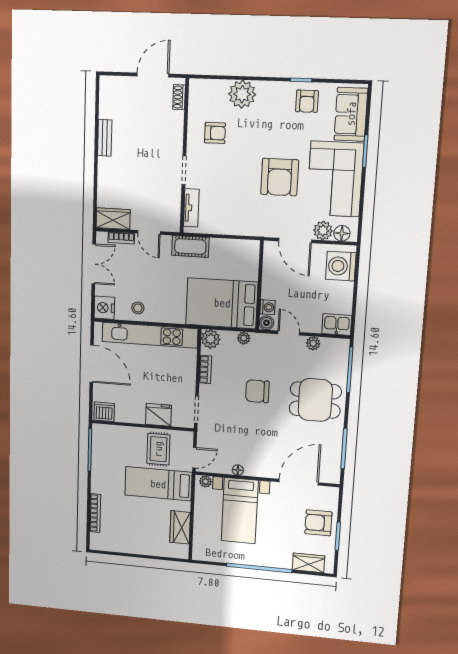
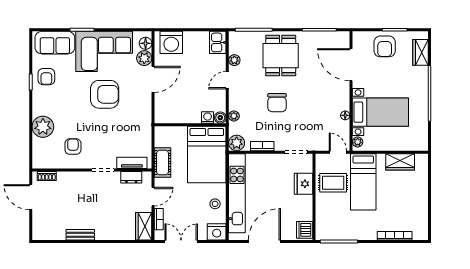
armchair: (307, 101) -> (46, 77), turned 90
dresser: (174, 206) -> (131, 177), added
wall: (260, 285) -> (190, 125), moved
bed: (222, 303) -> (207, 154), moved
washing machine: (267, 307) -> (208, 117), moved
boiler: (266, 323) -> (220, 118), moved

